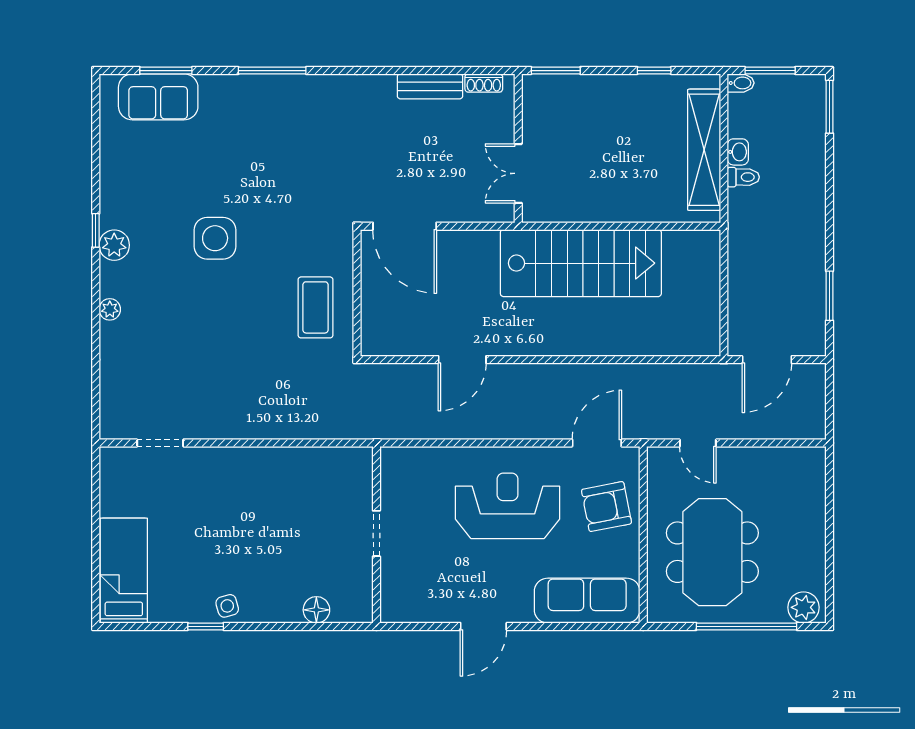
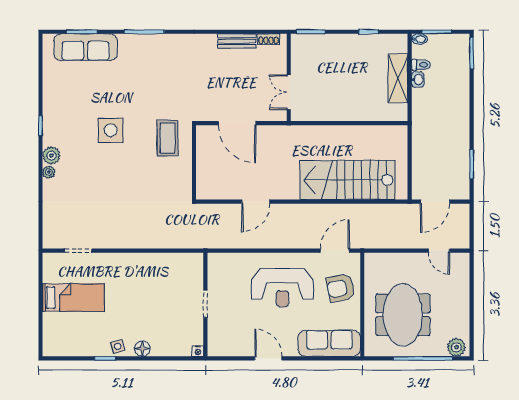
sofa: (158, 97) -> (86, 47), width x1.36
shelving: (704, 150) -> (398, 78), width x0.68
toilet: (743, 177) -> (421, 65), moved
door: (405, 226) -> (237, 123), moved
plant: (114, 245) -> (51, 156), moved
stairs: (581, 263) -> (348, 180), moved, turned 180
coffee table: (316, 307) -> (167, 138), moved
door: (698, 443) -> (439, 251), moved
reception desk: (508, 506) -> (282, 288), turned 180
bed: (124, 571) -> (73, 297), moved, turned 90
floor lamp: (316, 610) -> (142, 349), moved
nightstand: (363, 614) -> (198, 351), added
door: (483, 626) -> (268, 358), swing flipped

